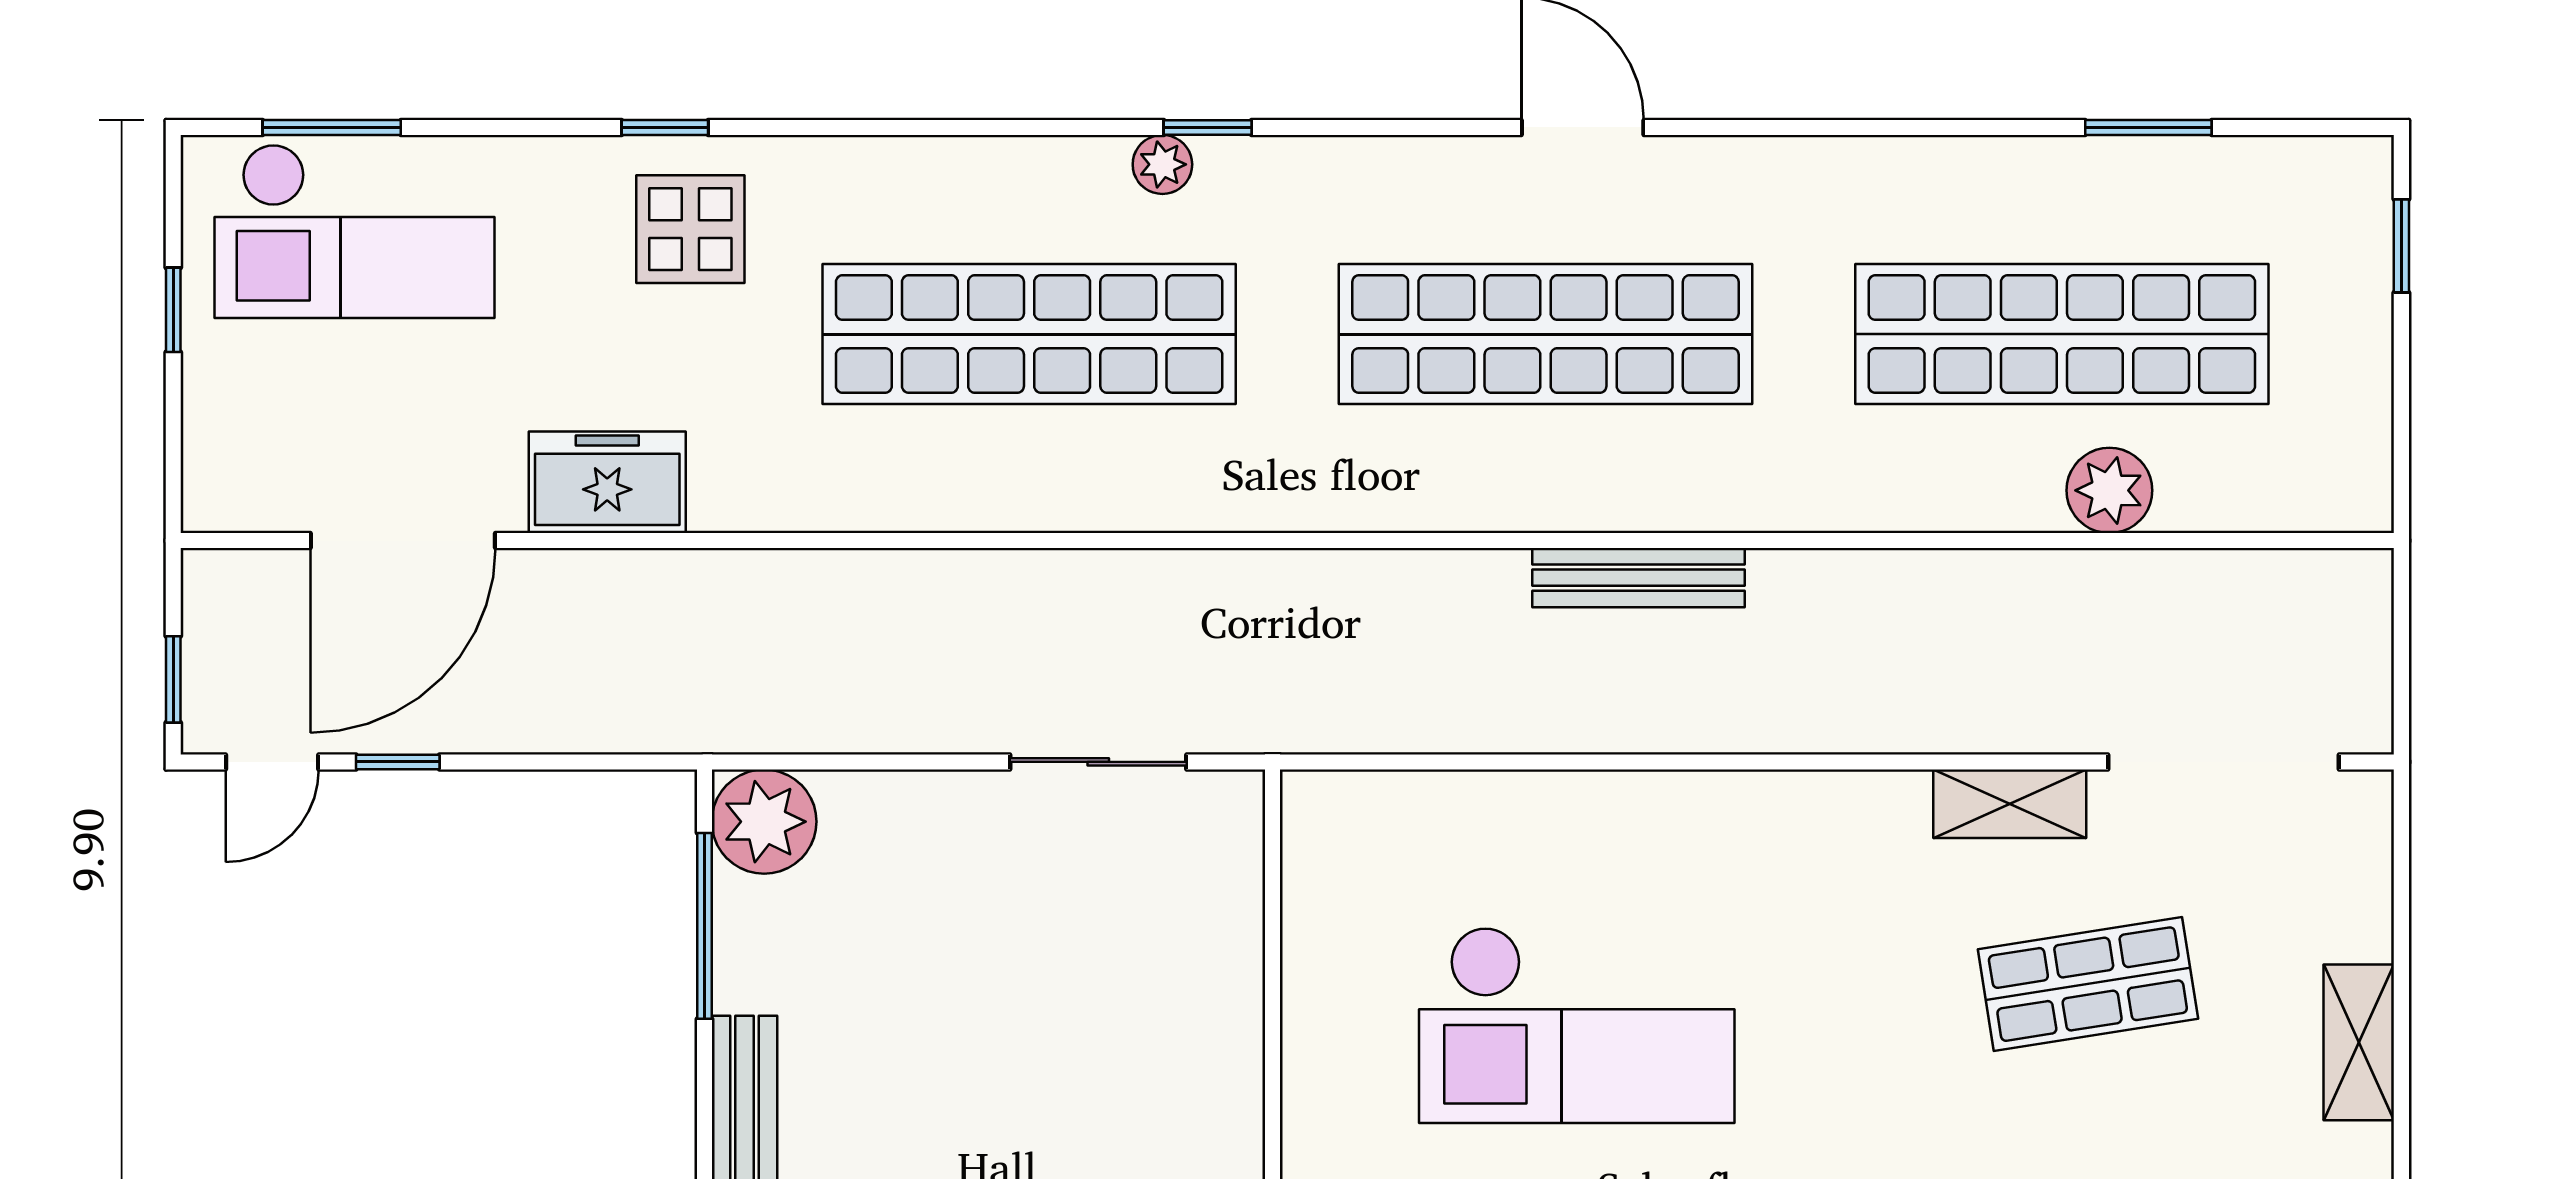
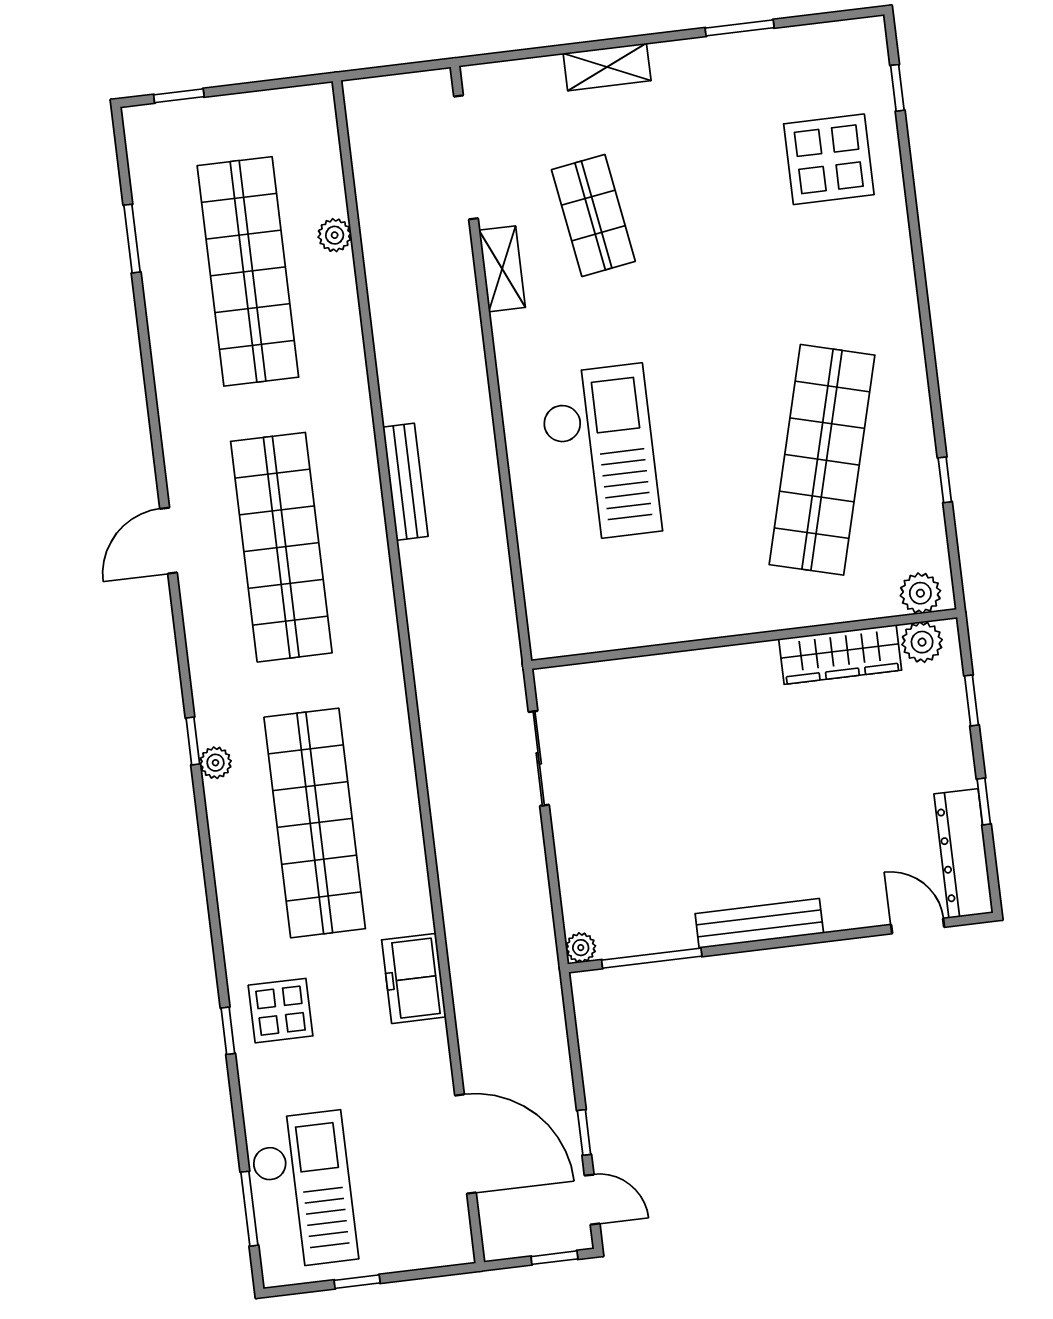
freezer: (607, 482) -> (414, 978), moved
plant: (2109, 490) -> (335, 235), width x0.73, depth x0.73
plant: (764, 822) -> (581, 948), width x0.53, depth x0.53
checkout: (1577, 1025) -> (600, 453), moved

